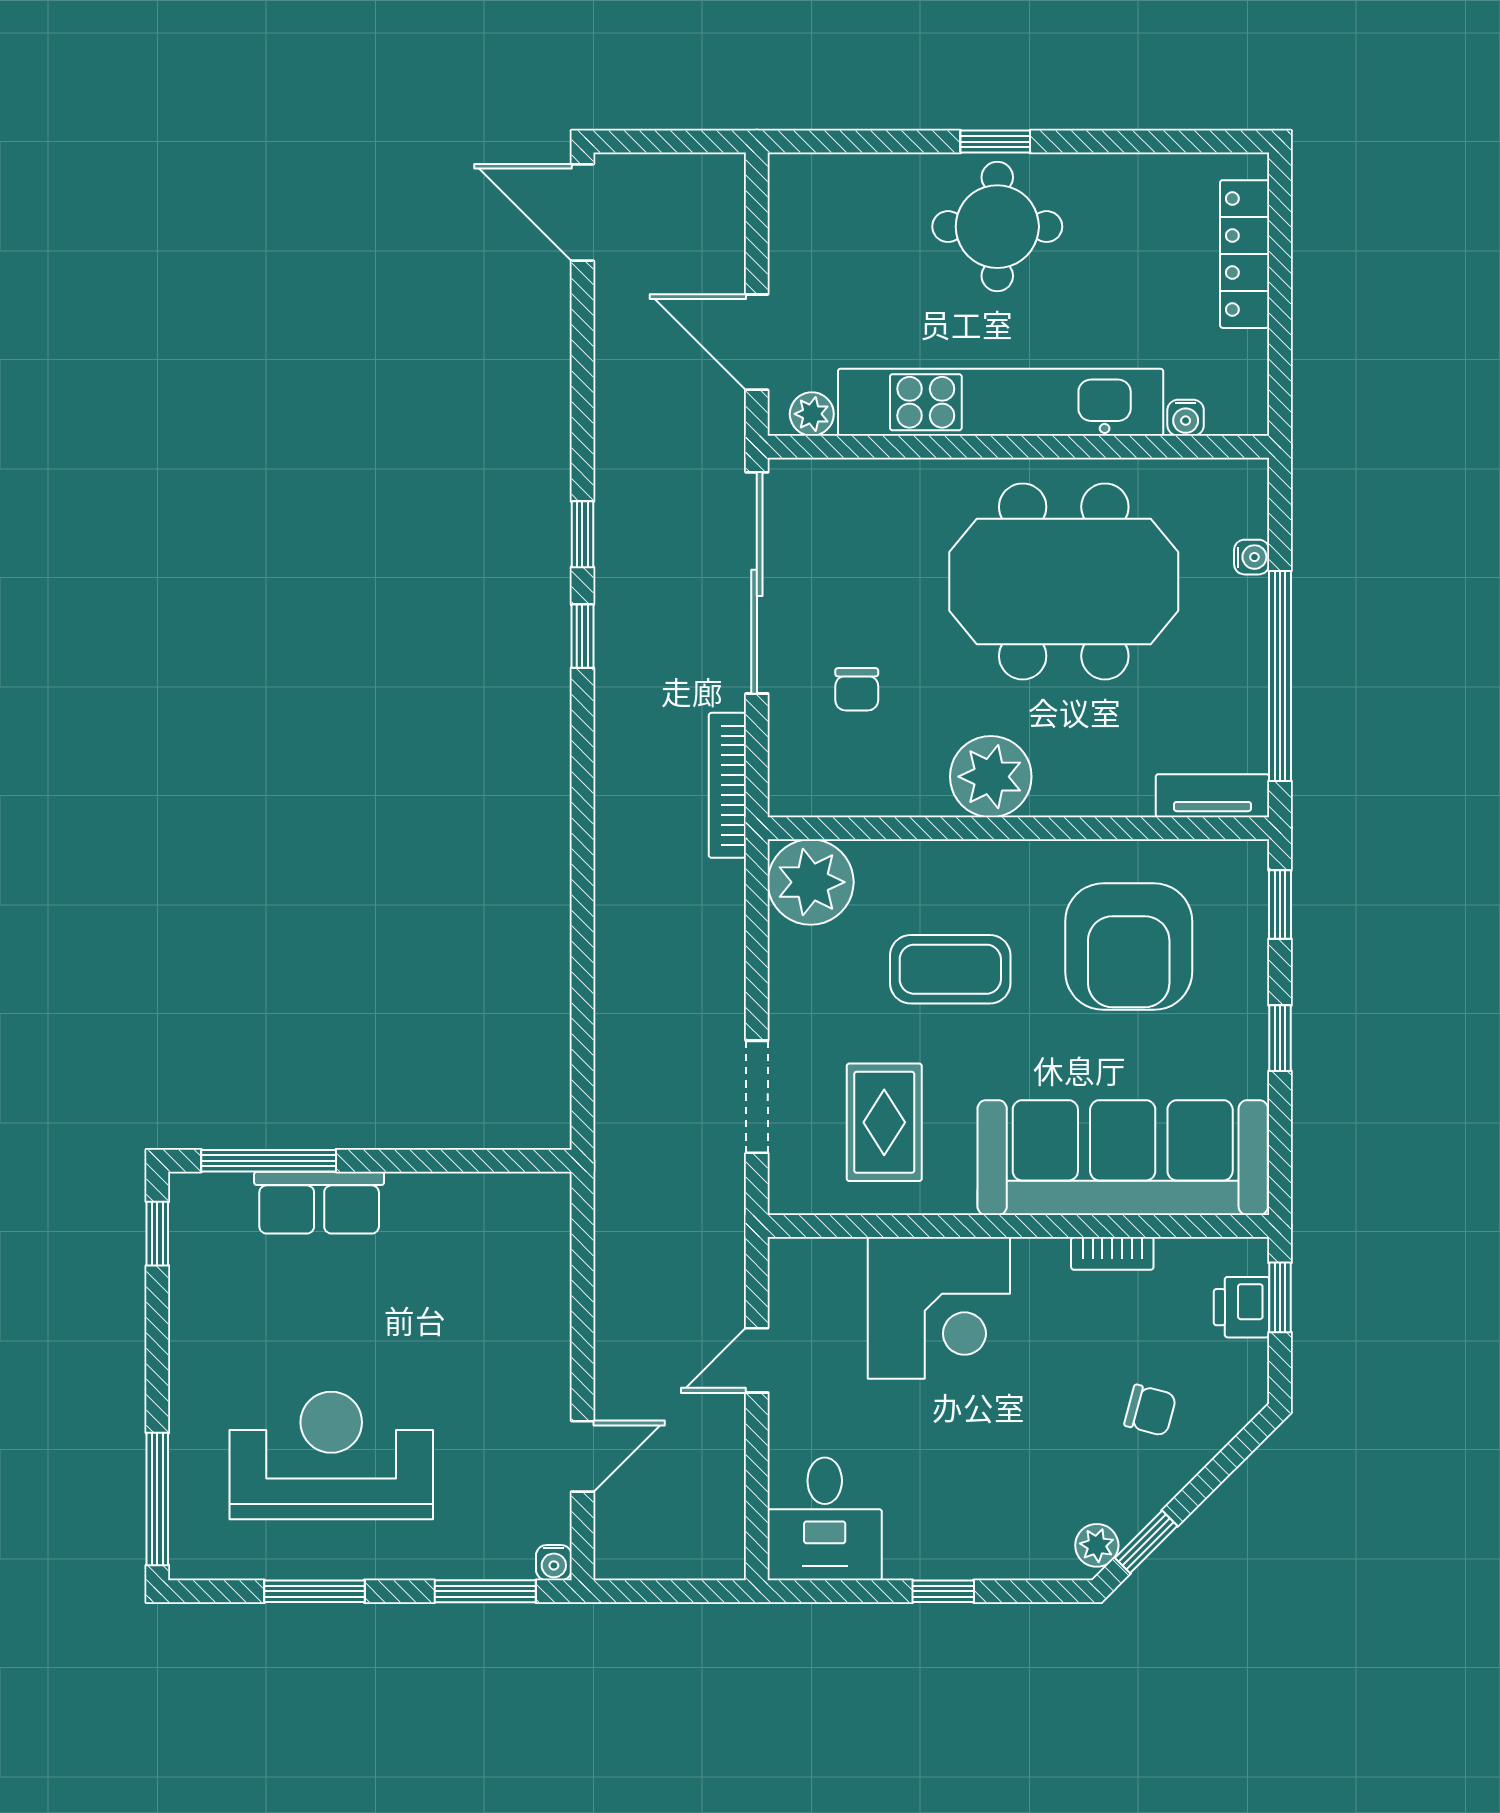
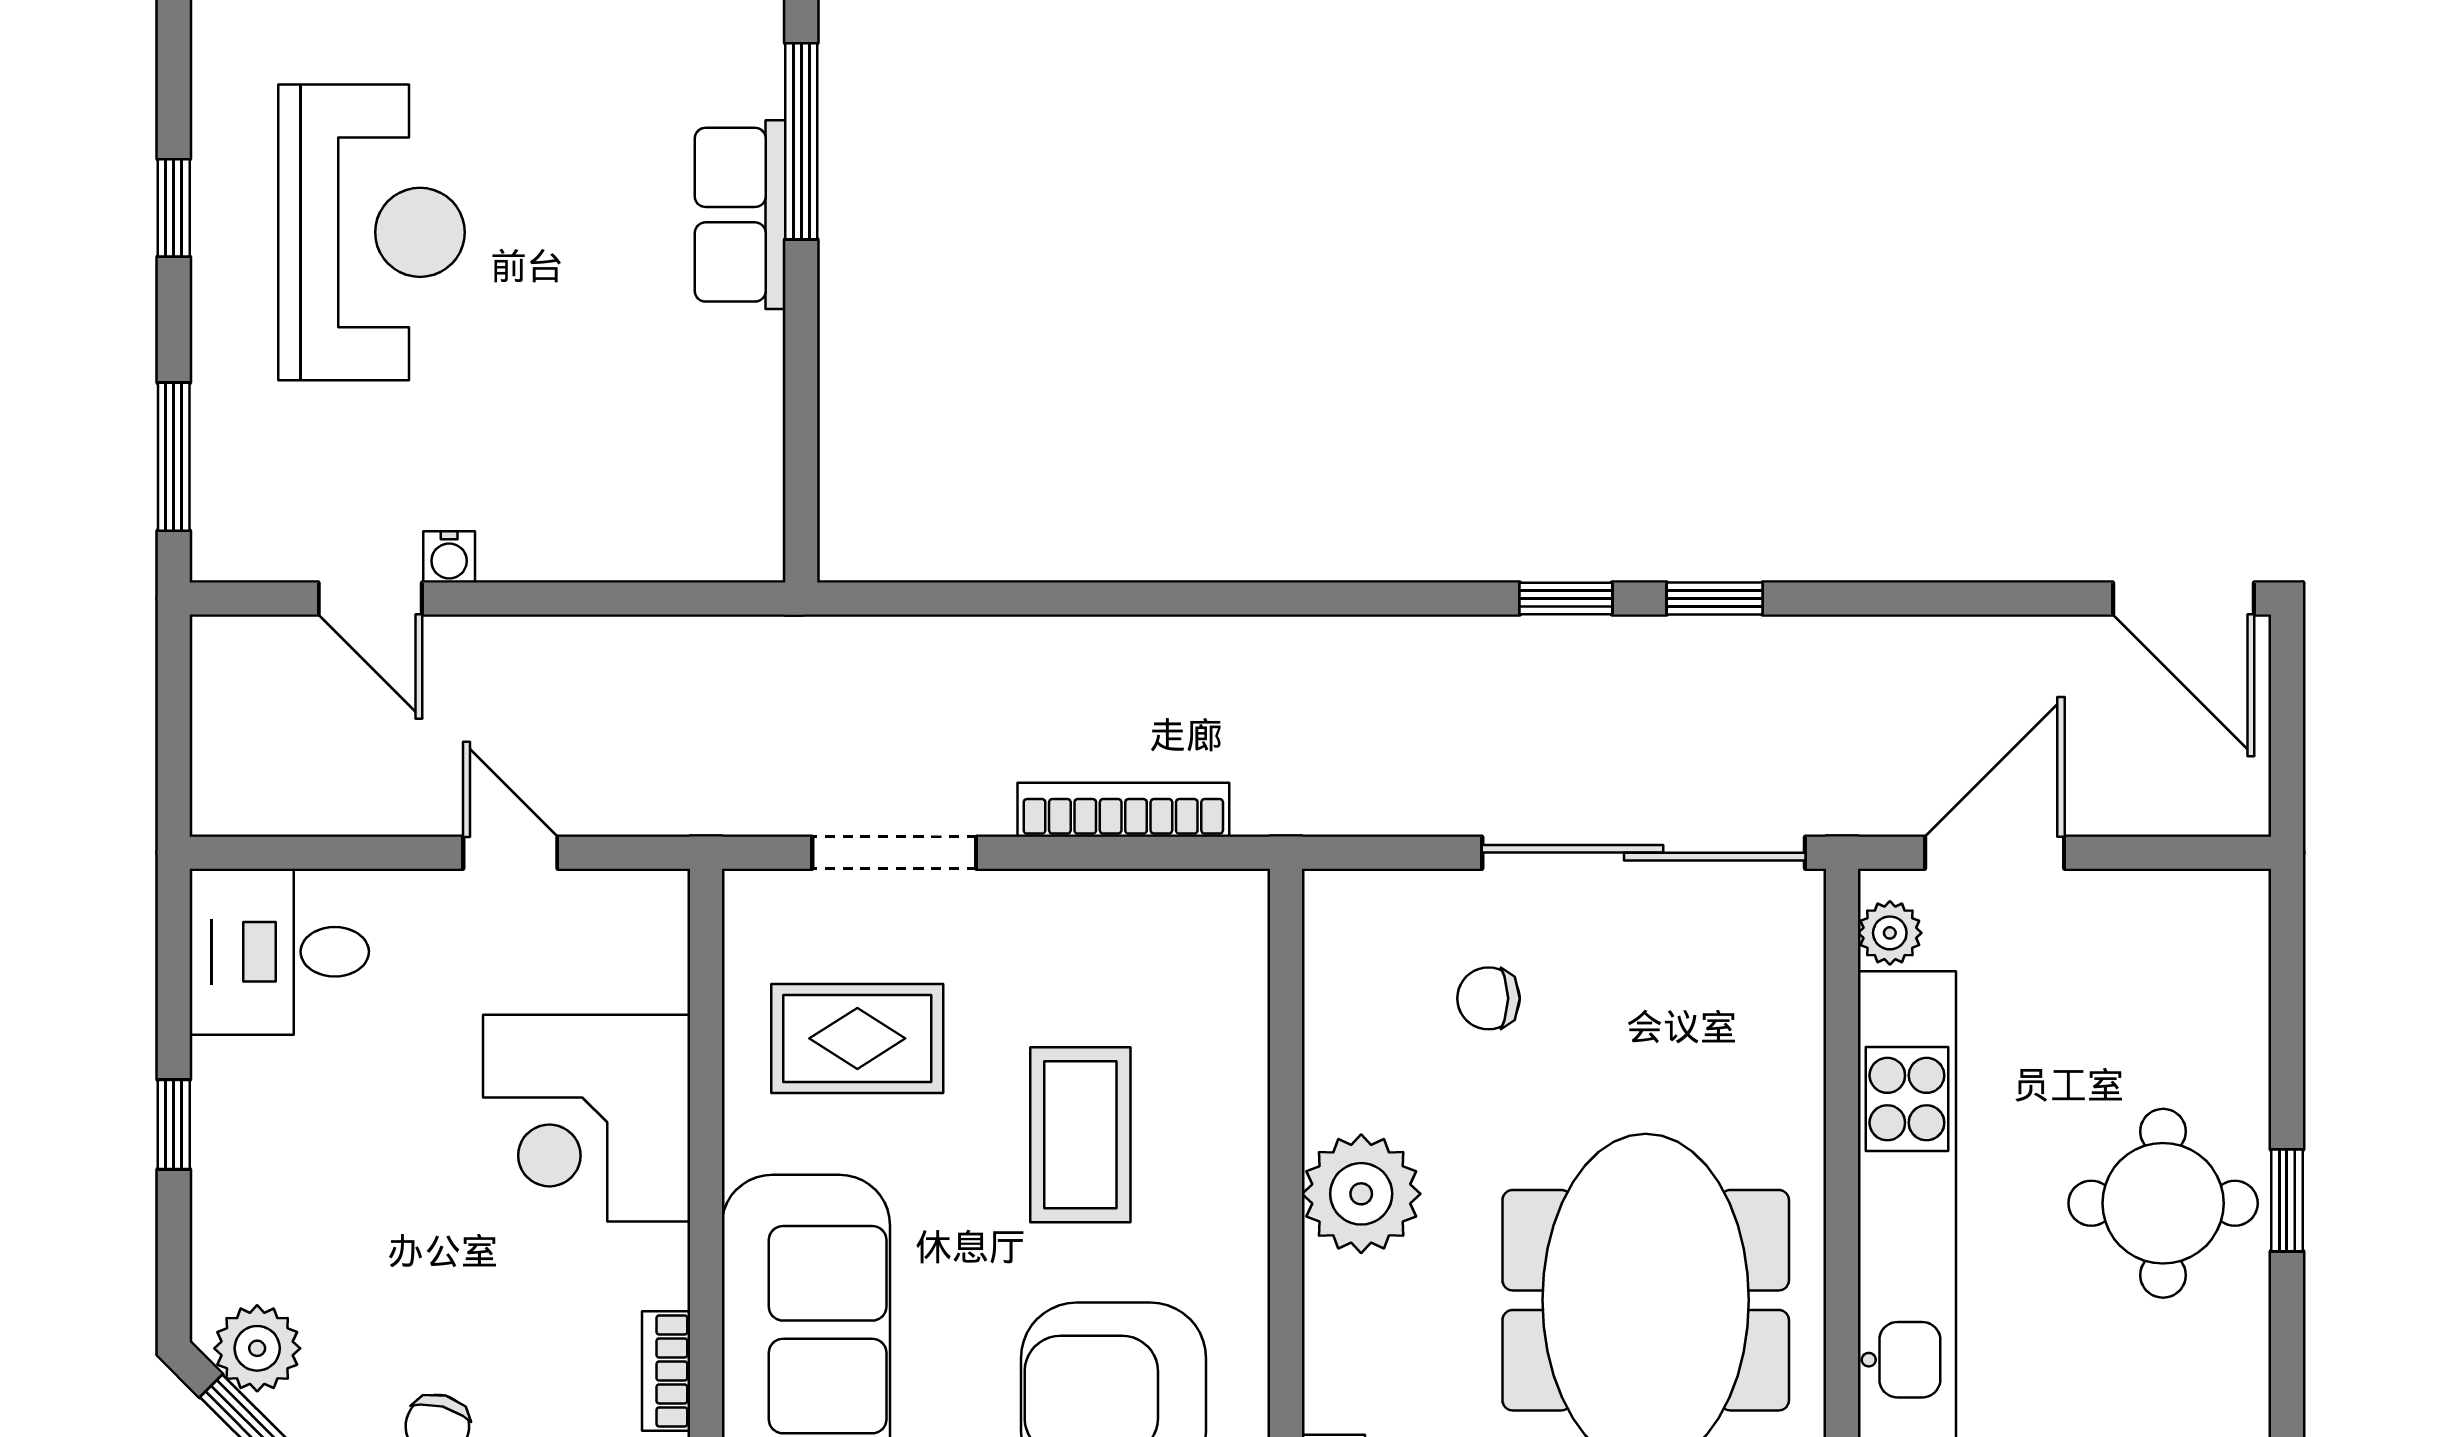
door: (582, 212) -> (2184, 599), swing flipped
bookcase: (727, 785) -> (1123, 810), moved
plant: (811, 882) -> (1208, 931), removed
plant: (1097, 1545) -> (257, 1348), width x1.38, depth x1.38
water cooler: (554, 1563) -> (449, 557), moved, turned -90
window: (314, 1591) -> (174, 208), width x0.67

